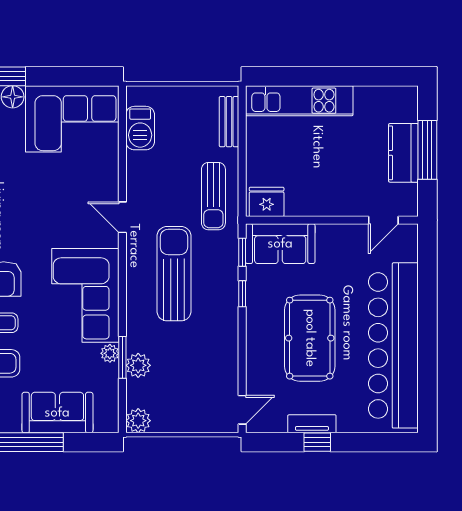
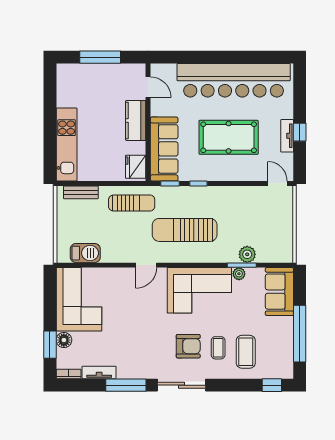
kitchen counter: (403, 153) -> (136, 120), moved, turned 90
sofa: (280, 244) -> (164, 149), width x1.36
sofa: (57, 413) -> (279, 292), moved
plant: (138, 421) -> (285, 254), removed

